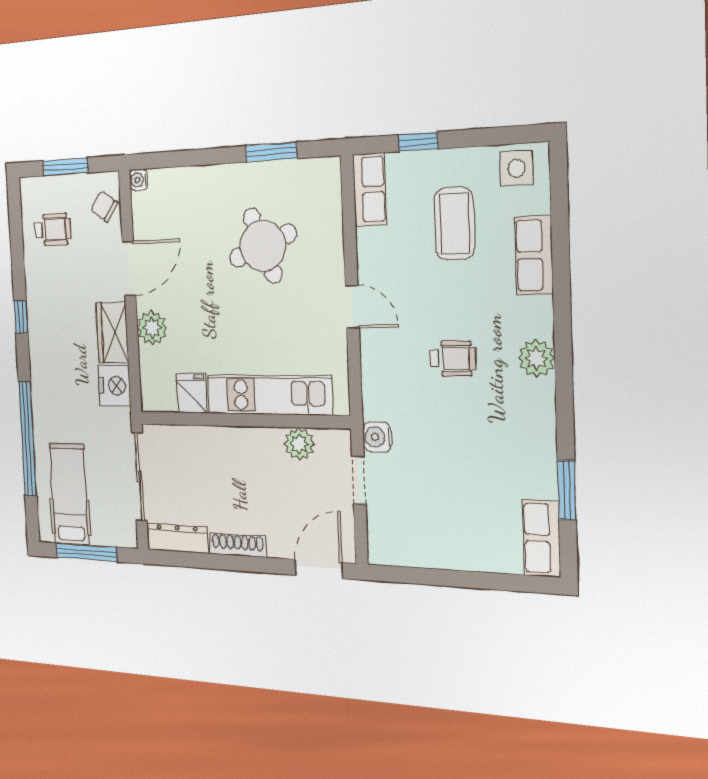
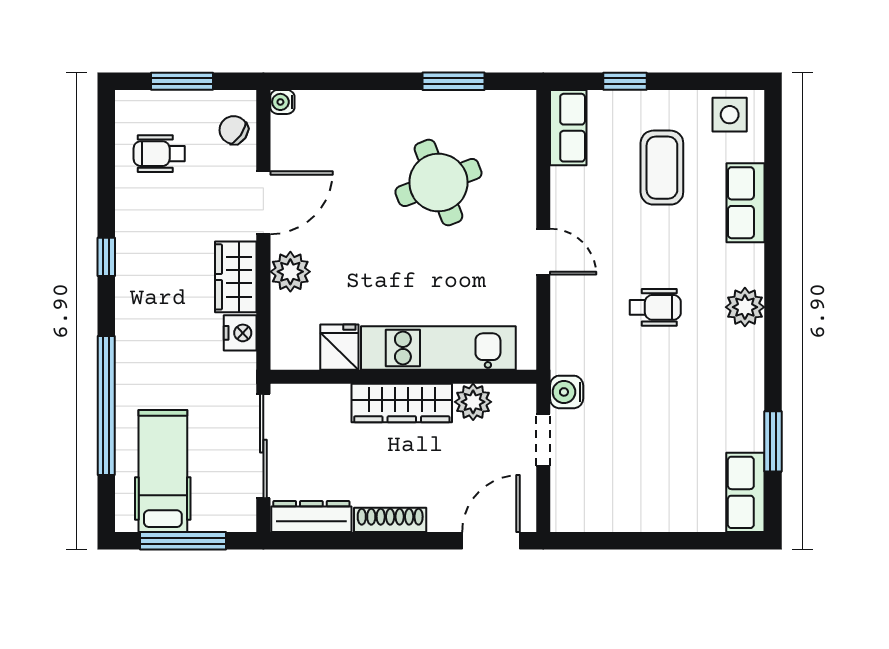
wheelchair: (53, 229) -> (159, 154), turned 180
nightstand: (114, 386) -> (240, 333), width x0.74, depth x0.75
wardrobe: (242, 443) -> (402, 403), added

